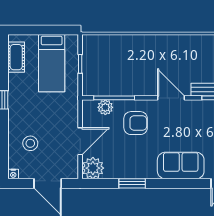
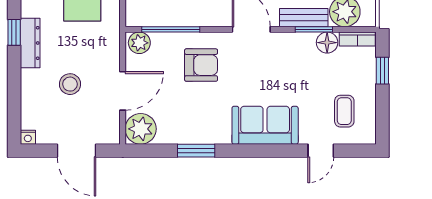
dresser: (15, 107) -> (30, 43), added
plant: (105, 107) -> (139, 43), moved
stool: (30, 143) -> (70, 84), moved

